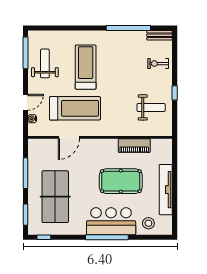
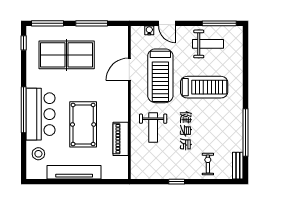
weight bench: (151, 107) -> (153, 128), moved
door: (69, 137) -> (129, 69), hinge flipped
window: (26, 215) -> (48, 23), width x1.44

